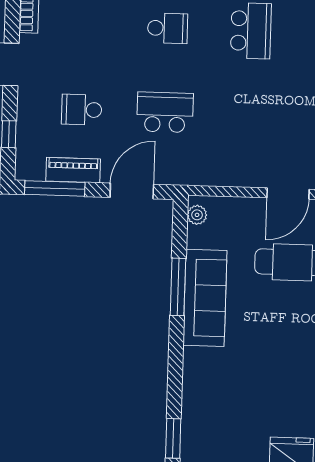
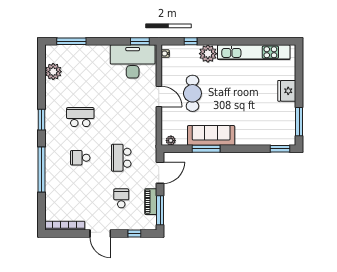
school desk: (168, 28) -> (80, 158), turned -90
school desk: (82, 110) -> (121, 198), turned 180
door: (132, 191) -> (160, 173), swing flipped

